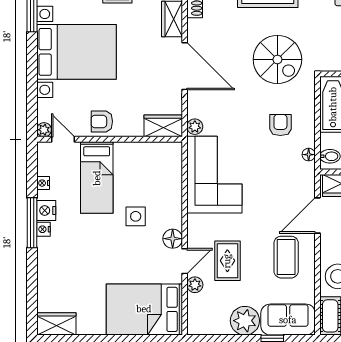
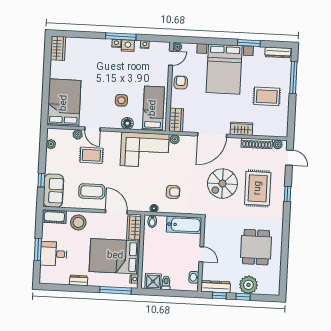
spiral stairs: (277, 59) -> (222, 184), moved
bed: (97, 178) -> (153, 108), moved, turned 90
floor lamp: (173, 239) -> (127, 123), moved
plant: (245, 321) -> (51, 144), moved, width x0.53, depth x0.53

